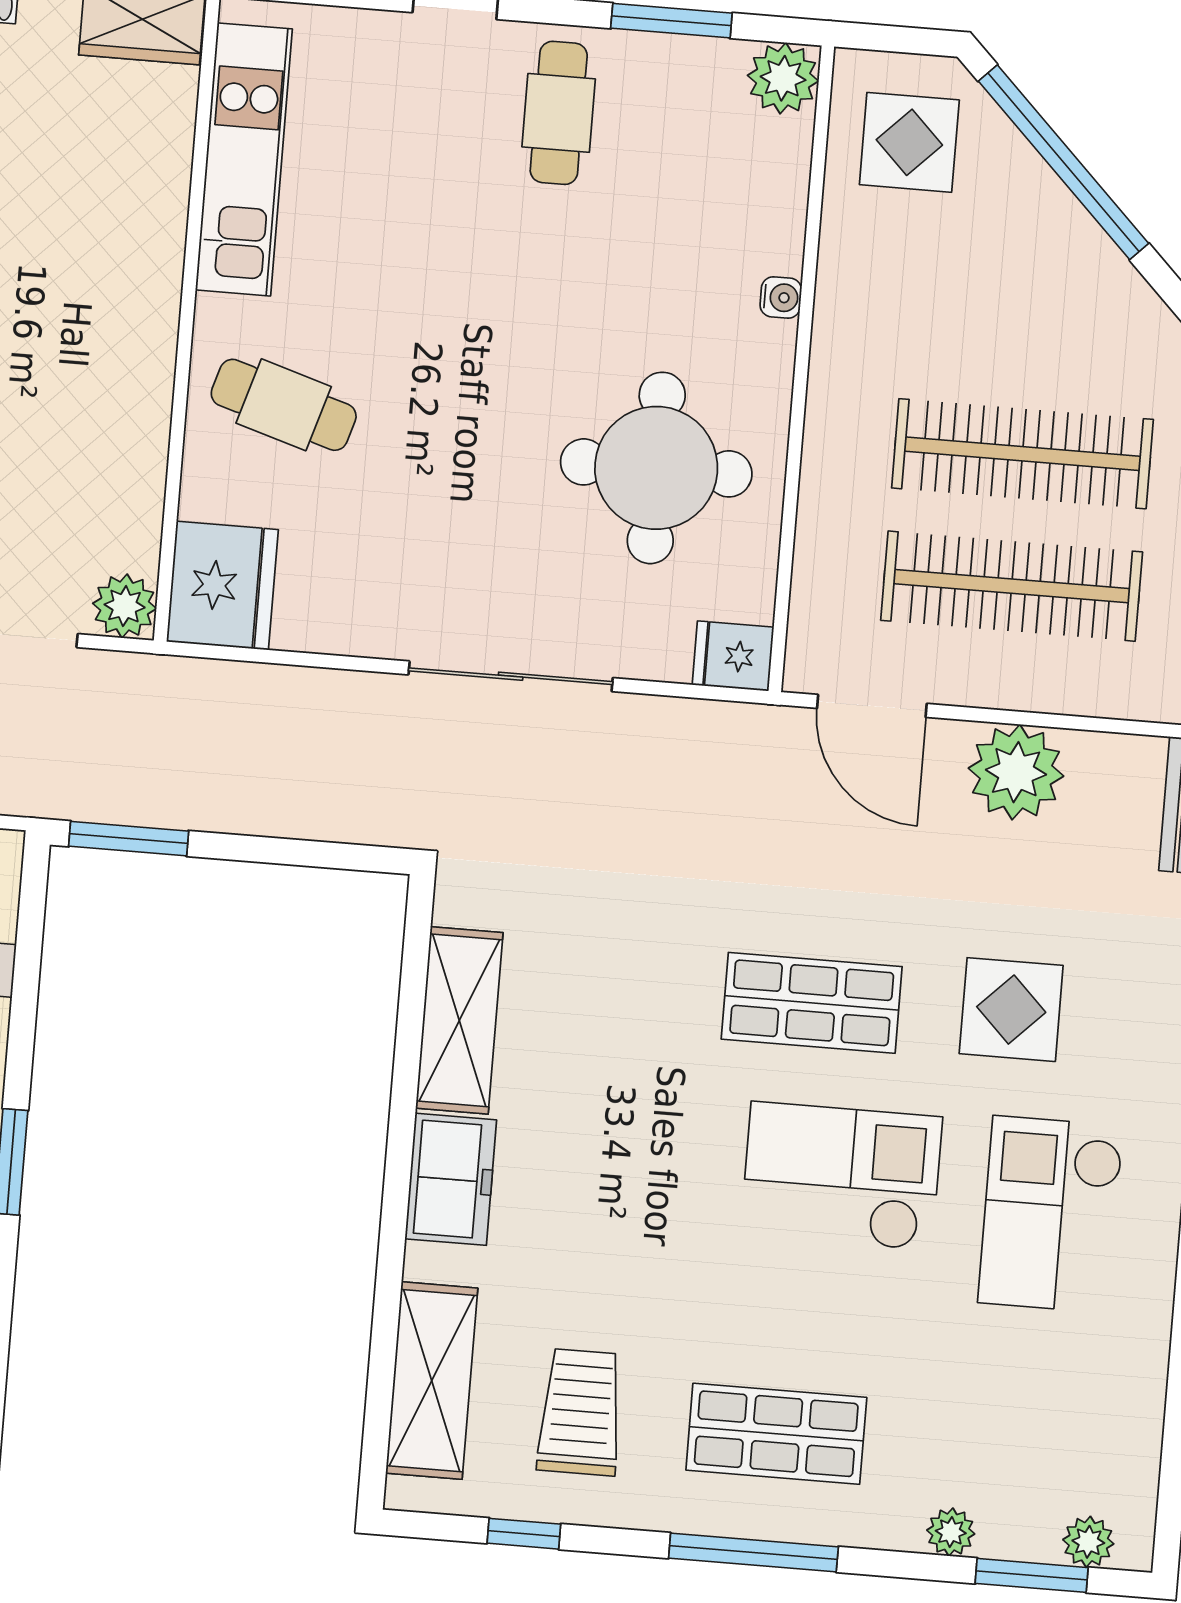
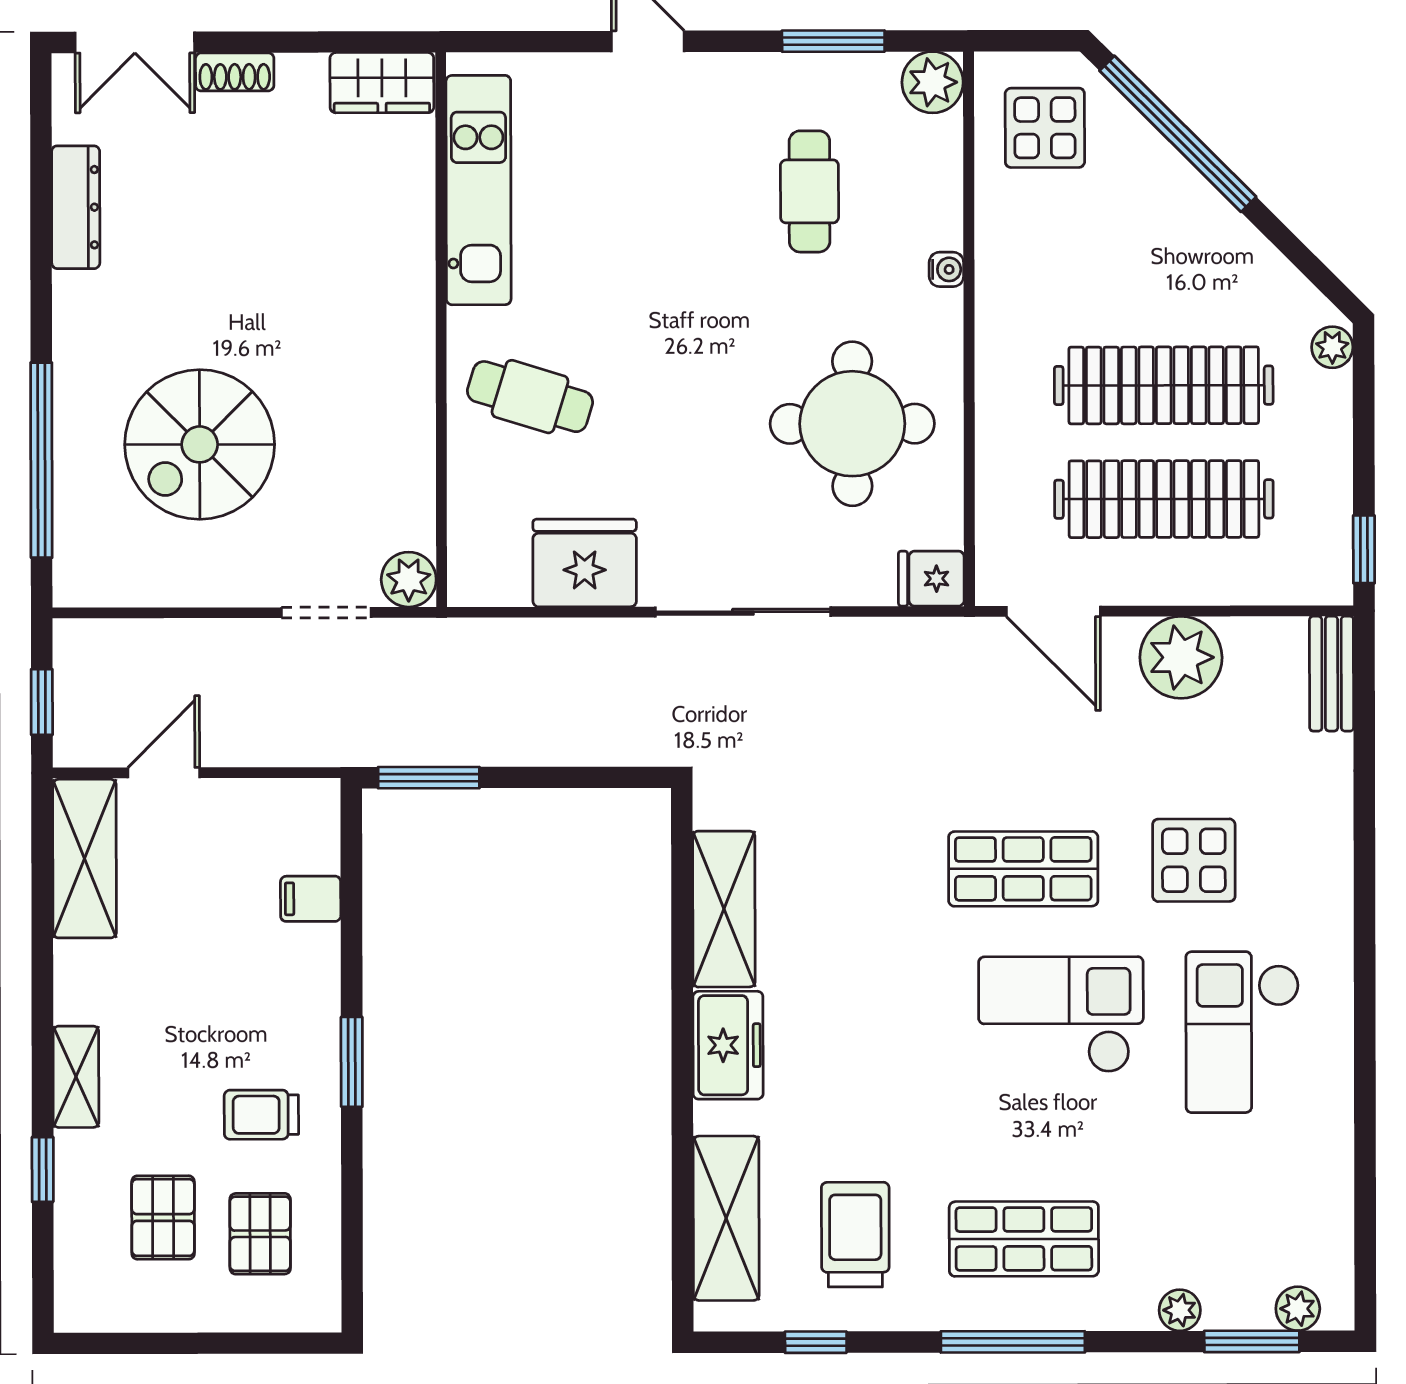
cafe table: (559, 113) -> (809, 191), moved
fridge: (222, 586) -> (585, 563), moved, turned -90

